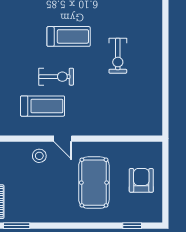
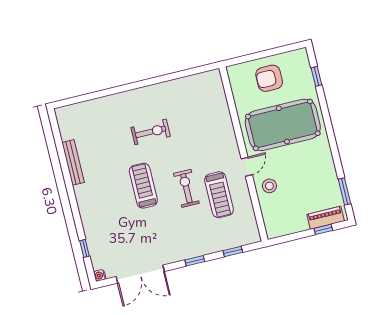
treadmill: (43, 106) -> (219, 195), turned 180
pool table: (94, 183) -> (283, 125), width x1.36, depth x1.32

